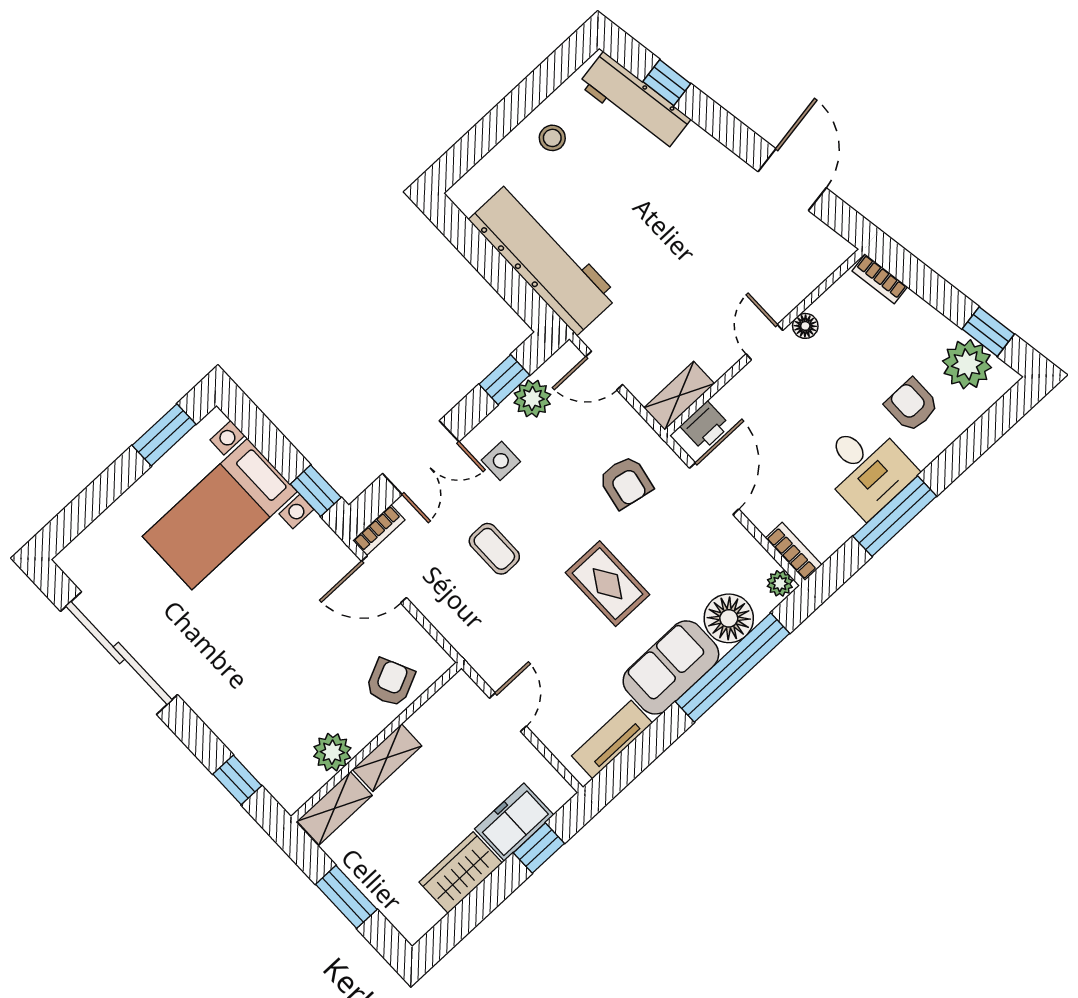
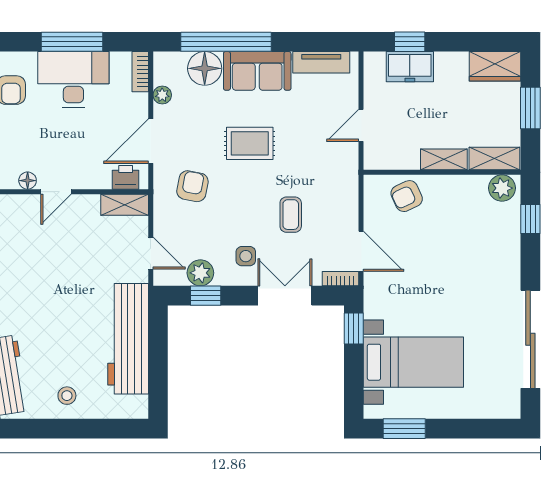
desk: (867, 468) -> (73, 79), width x1.37
plant: (780, 583) -> (162, 95), moved
rug: (608, 584) -> (250, 143), turned 90
plant: (332, 752) -> (502, 188), moved
wardrobe: (461, 873) -> (495, 66), moved

